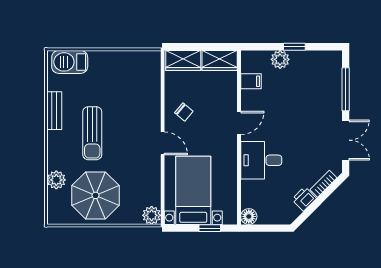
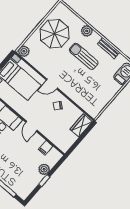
wardrobe: (220, 60) -> (67, 142), removed
plant: (56, 180) -> (87, 31), moved

